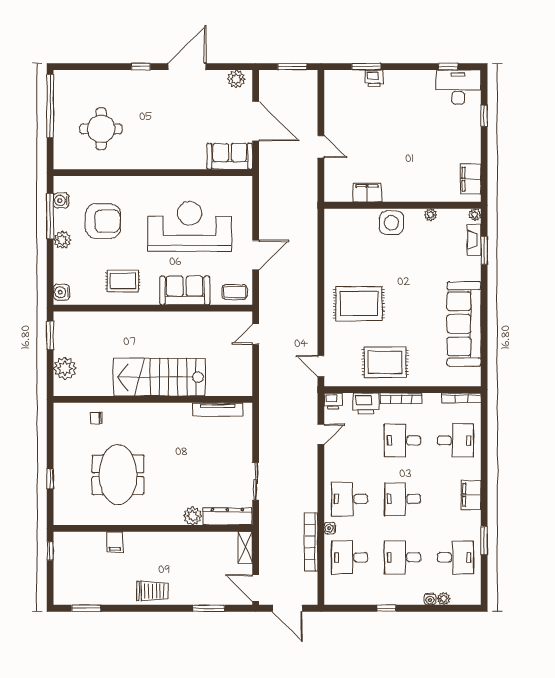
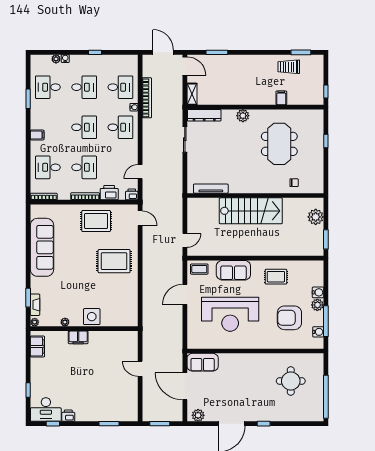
printer: (374, 78) -> (68, 416), moved
filing cabinet: (367, 193) -> (78, 337), moved
water cooler: (61, 292) -> (318, 292), moved
filing cabinet: (471, 495) -> (37, 135), width x0.50
plant: (193, 516) -> (243, 116), moved
trolley: (152, 591) -> (289, 67), moved

